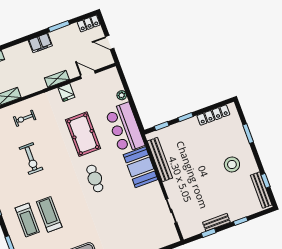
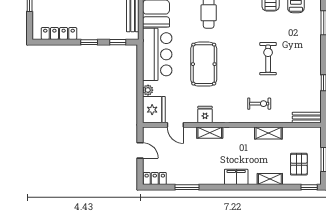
filing cabinet: (40, 43) -> (236, 177), moved
fridge: (111, 81) -> (154, 110), added

